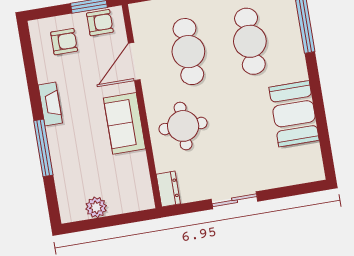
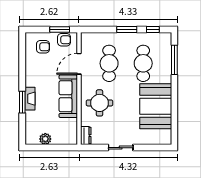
fireplace: (50, 104) -> (30, 99), moved
booth: (294, 114) -> (156, 106), width x1.36, depth x1.42
sofa: (125, 123) -> (68, 96), width x1.36
window: (43, 148) -> (22, 102), width x0.69

